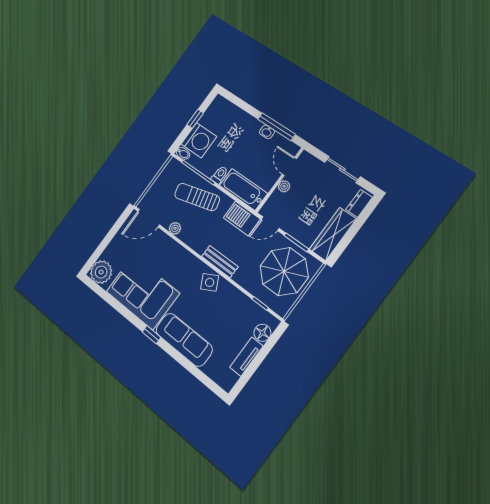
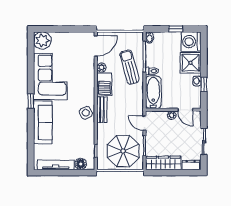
shower: (242, 126) -> (191, 63), added
window: (276, 127) -> (204, 84), width x0.46
washing machine: (199, 140) -> (191, 42), moved, turned 90
door: (289, 166) -> (185, 110), swing flipped
door: (149, 218) -> (96, 46), swing flipped
barbecue: (242, 218) -> (104, 84), moved, turned 180
tv unit: (246, 357) -> (56, 165), width x1.41

